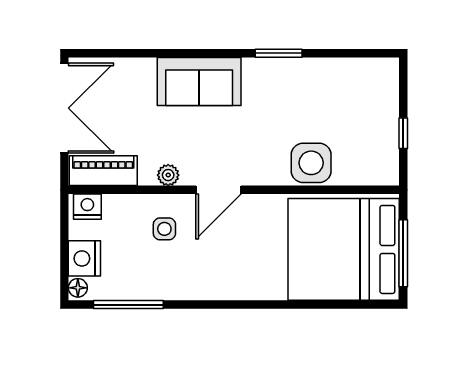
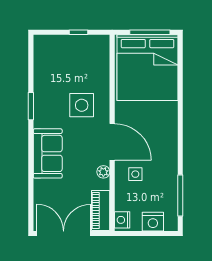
side table: (311, 163) -> (82, 105), moved
door: (219, 190) -> (112, 142), width x1.36
floor lamp: (78, 288) -> (170, 226), removed

